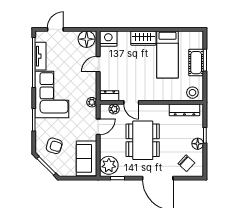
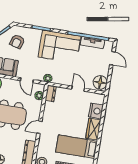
nightstand: (108, 39) -> (96, 111), moved
door: (131, 102) -> (39, 127), moved

